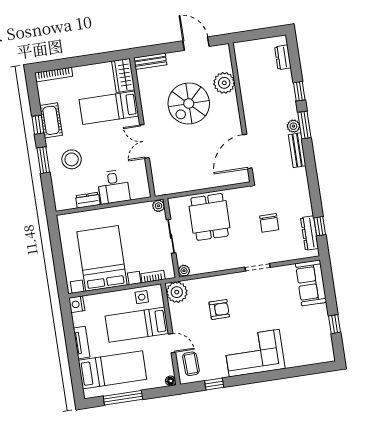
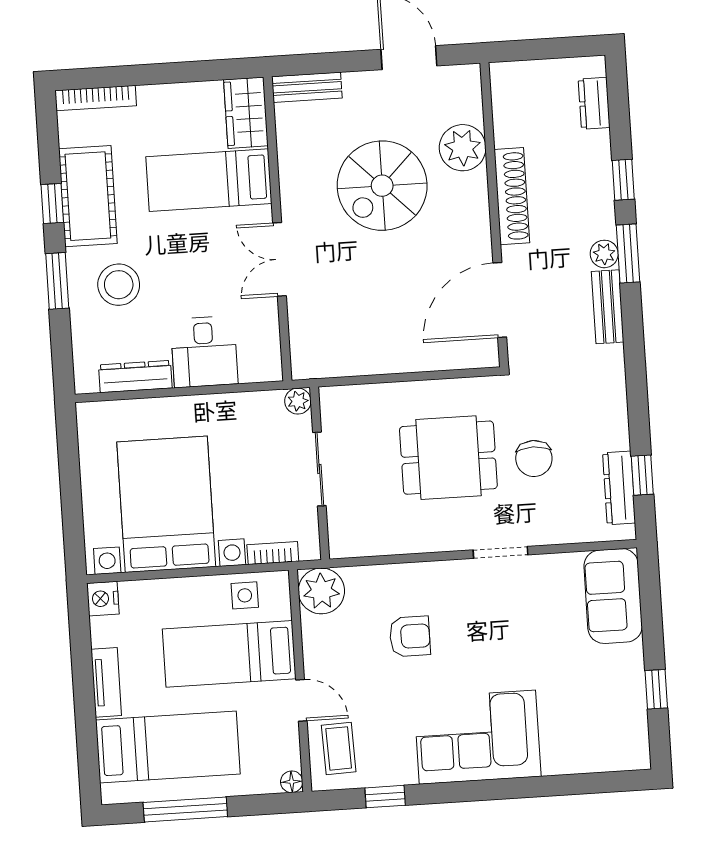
shoe rack: (249, 103) -> (512, 196), added
cot: (51, 120) -> (88, 196), width x1.37, depth x1.34
dresser: (88, 200) -> (135, 377), width x1.44
dining table: (210, 217) -> (448, 458), moved, turned 90
plant: (184, 271) -> (341, 546), removed

